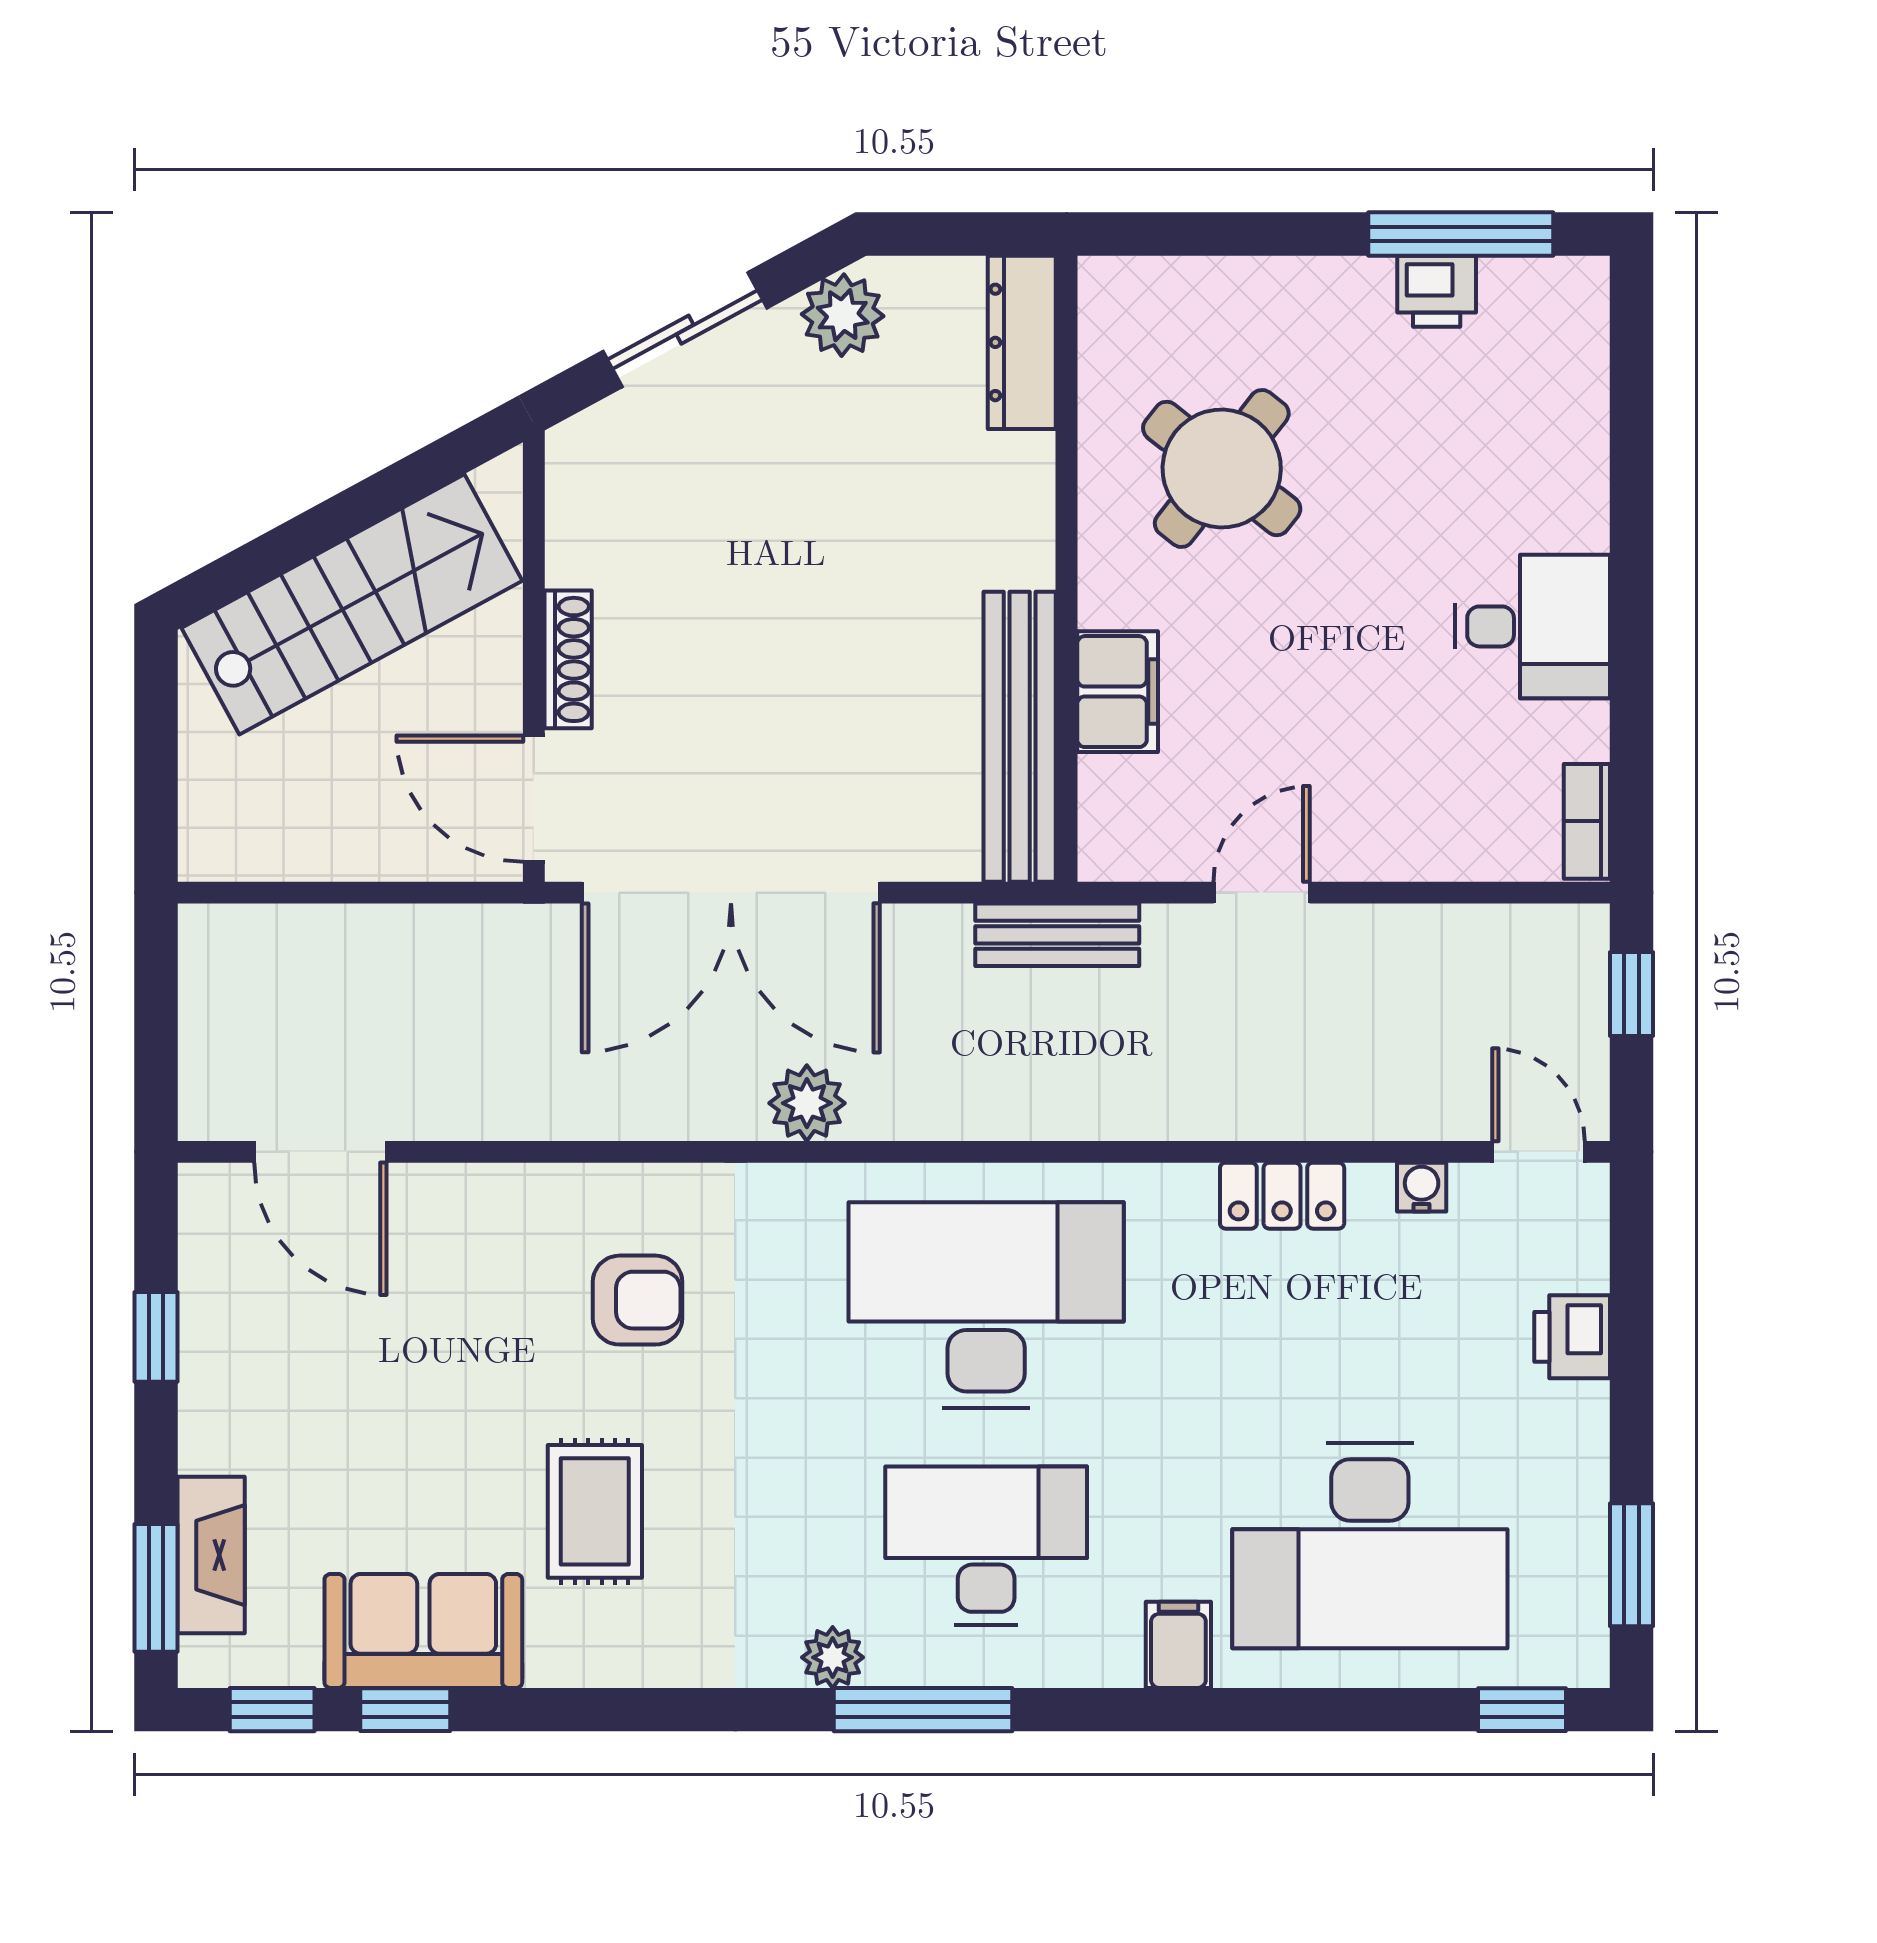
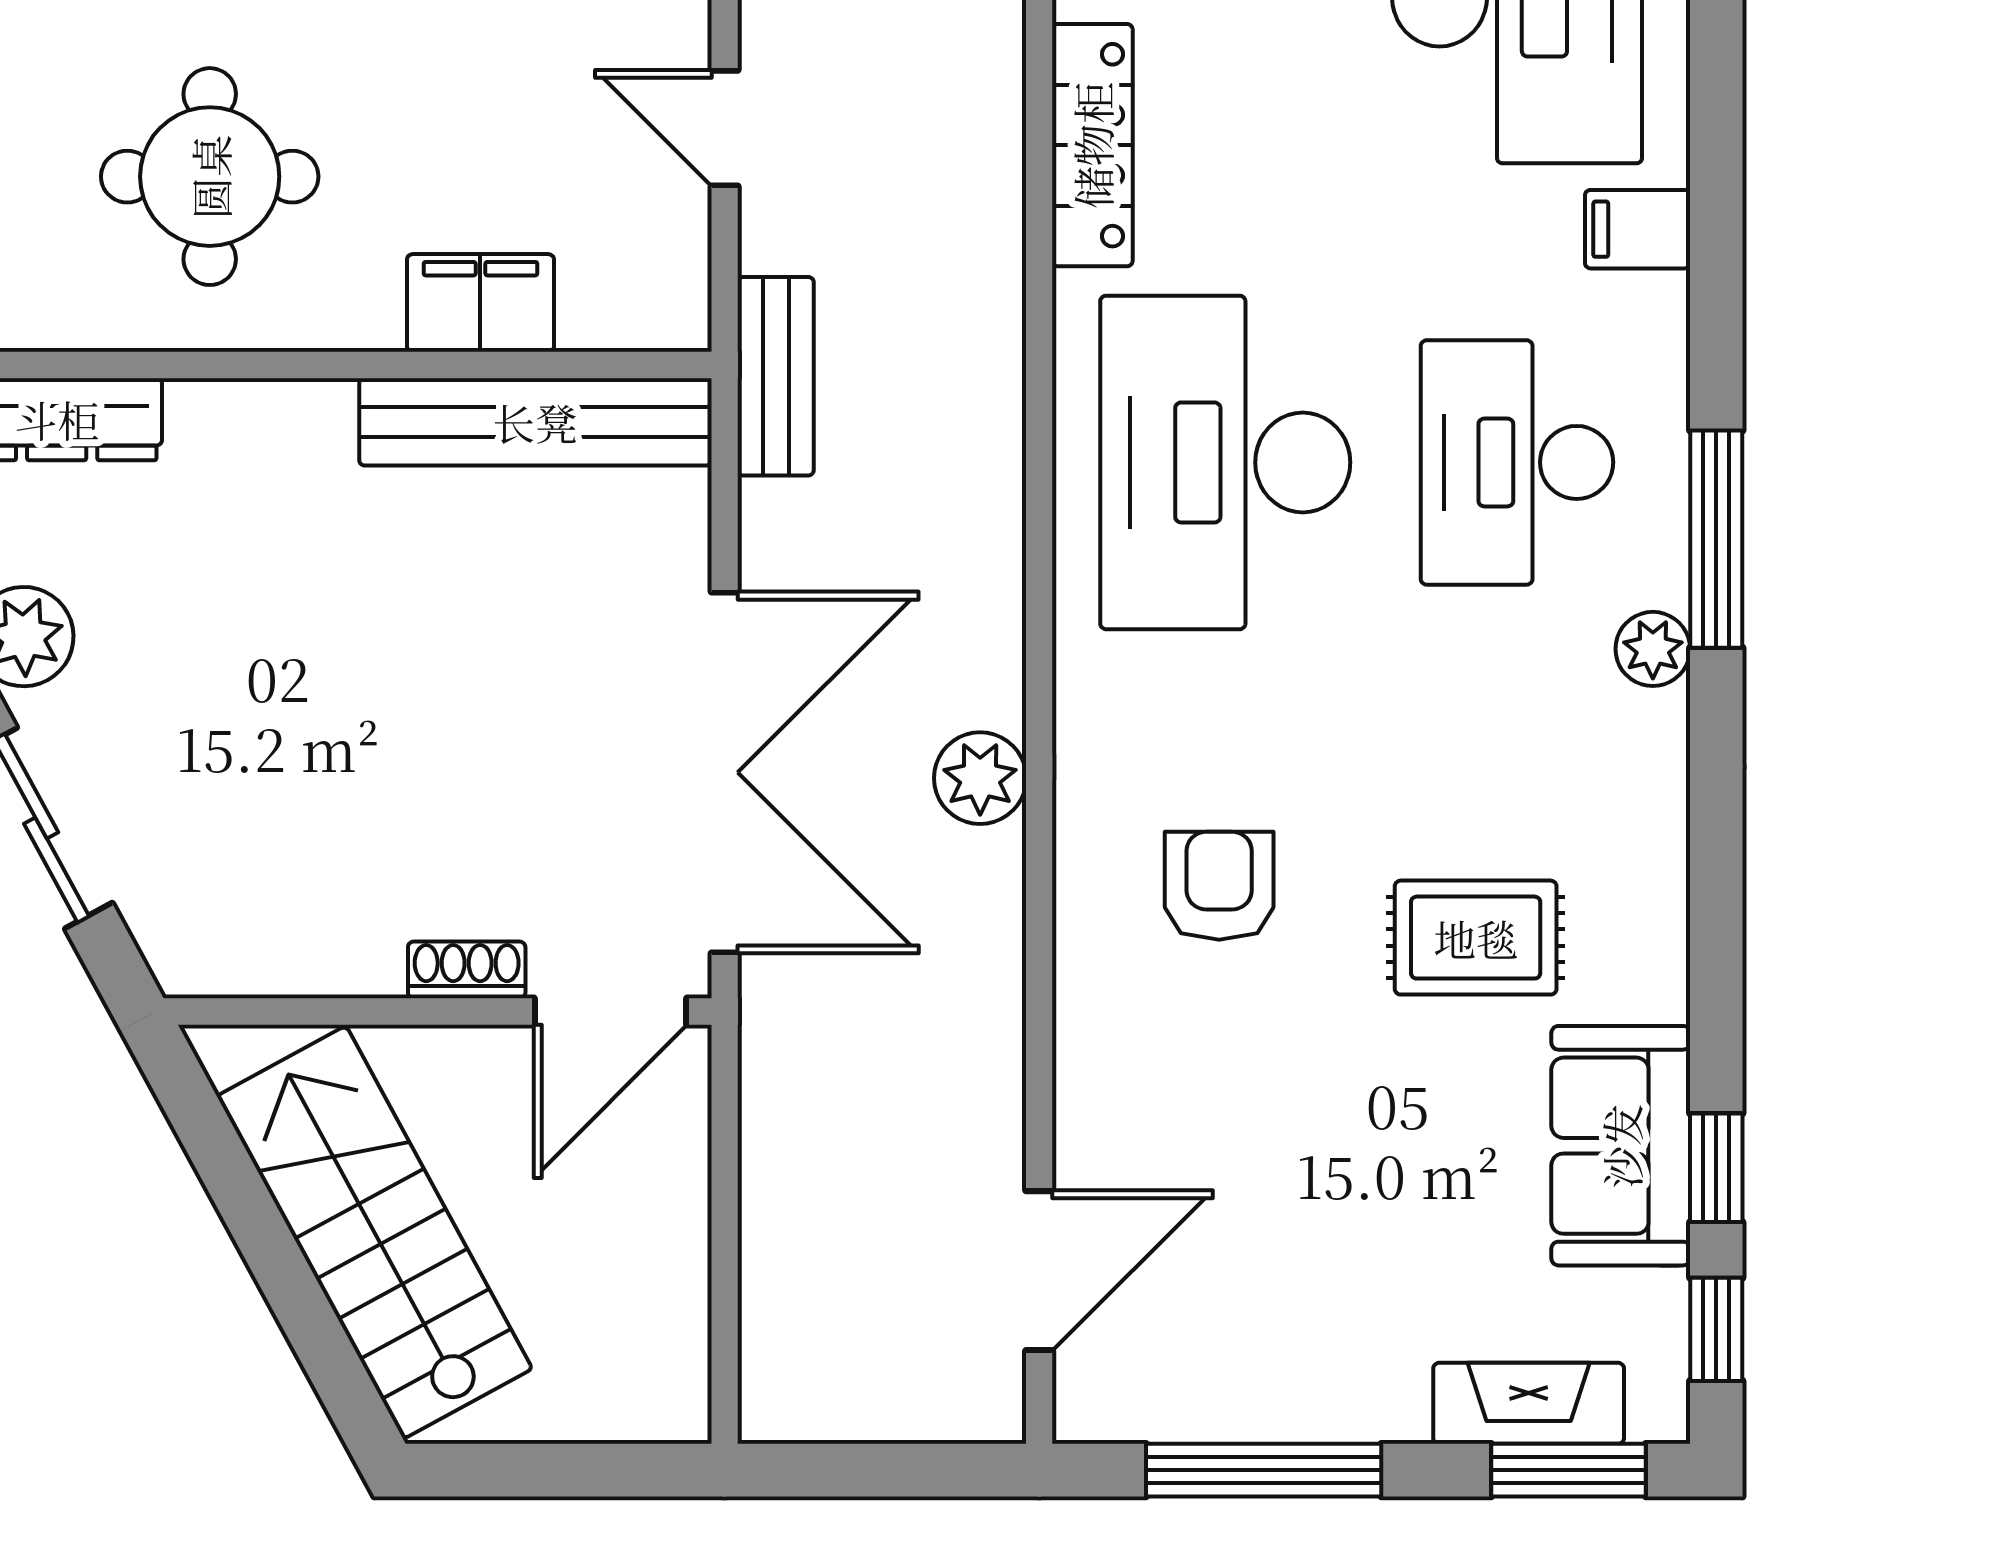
round table: (1222, 469) -> (210, 177), turned -38
shoe rack: (568, 659) -> (467, 970), width x0.70
plant: (807, 1103) -> (980, 778), moved
locker: (1282, 1196) -> (1092, 145), width x1.53
window: (156, 1337) -> (1264, 1470), width x2.17

